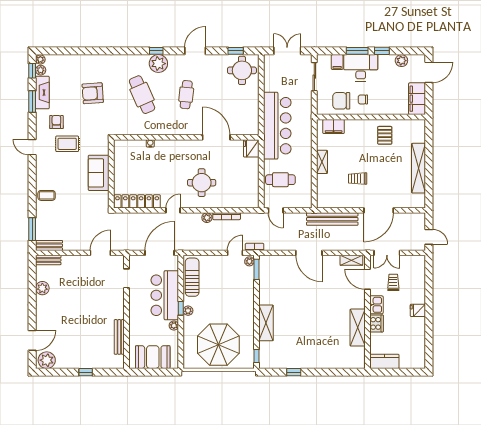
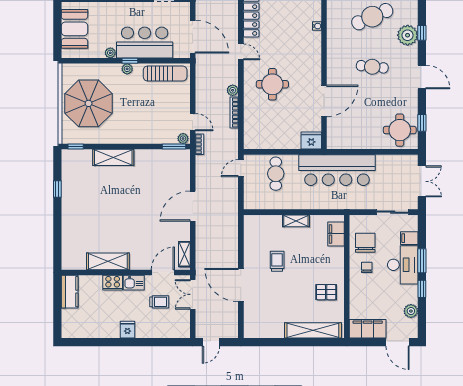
shelving: (419, 168) -> (313, 330), moved
bench: (332, 219) -> (231, 233), removed

